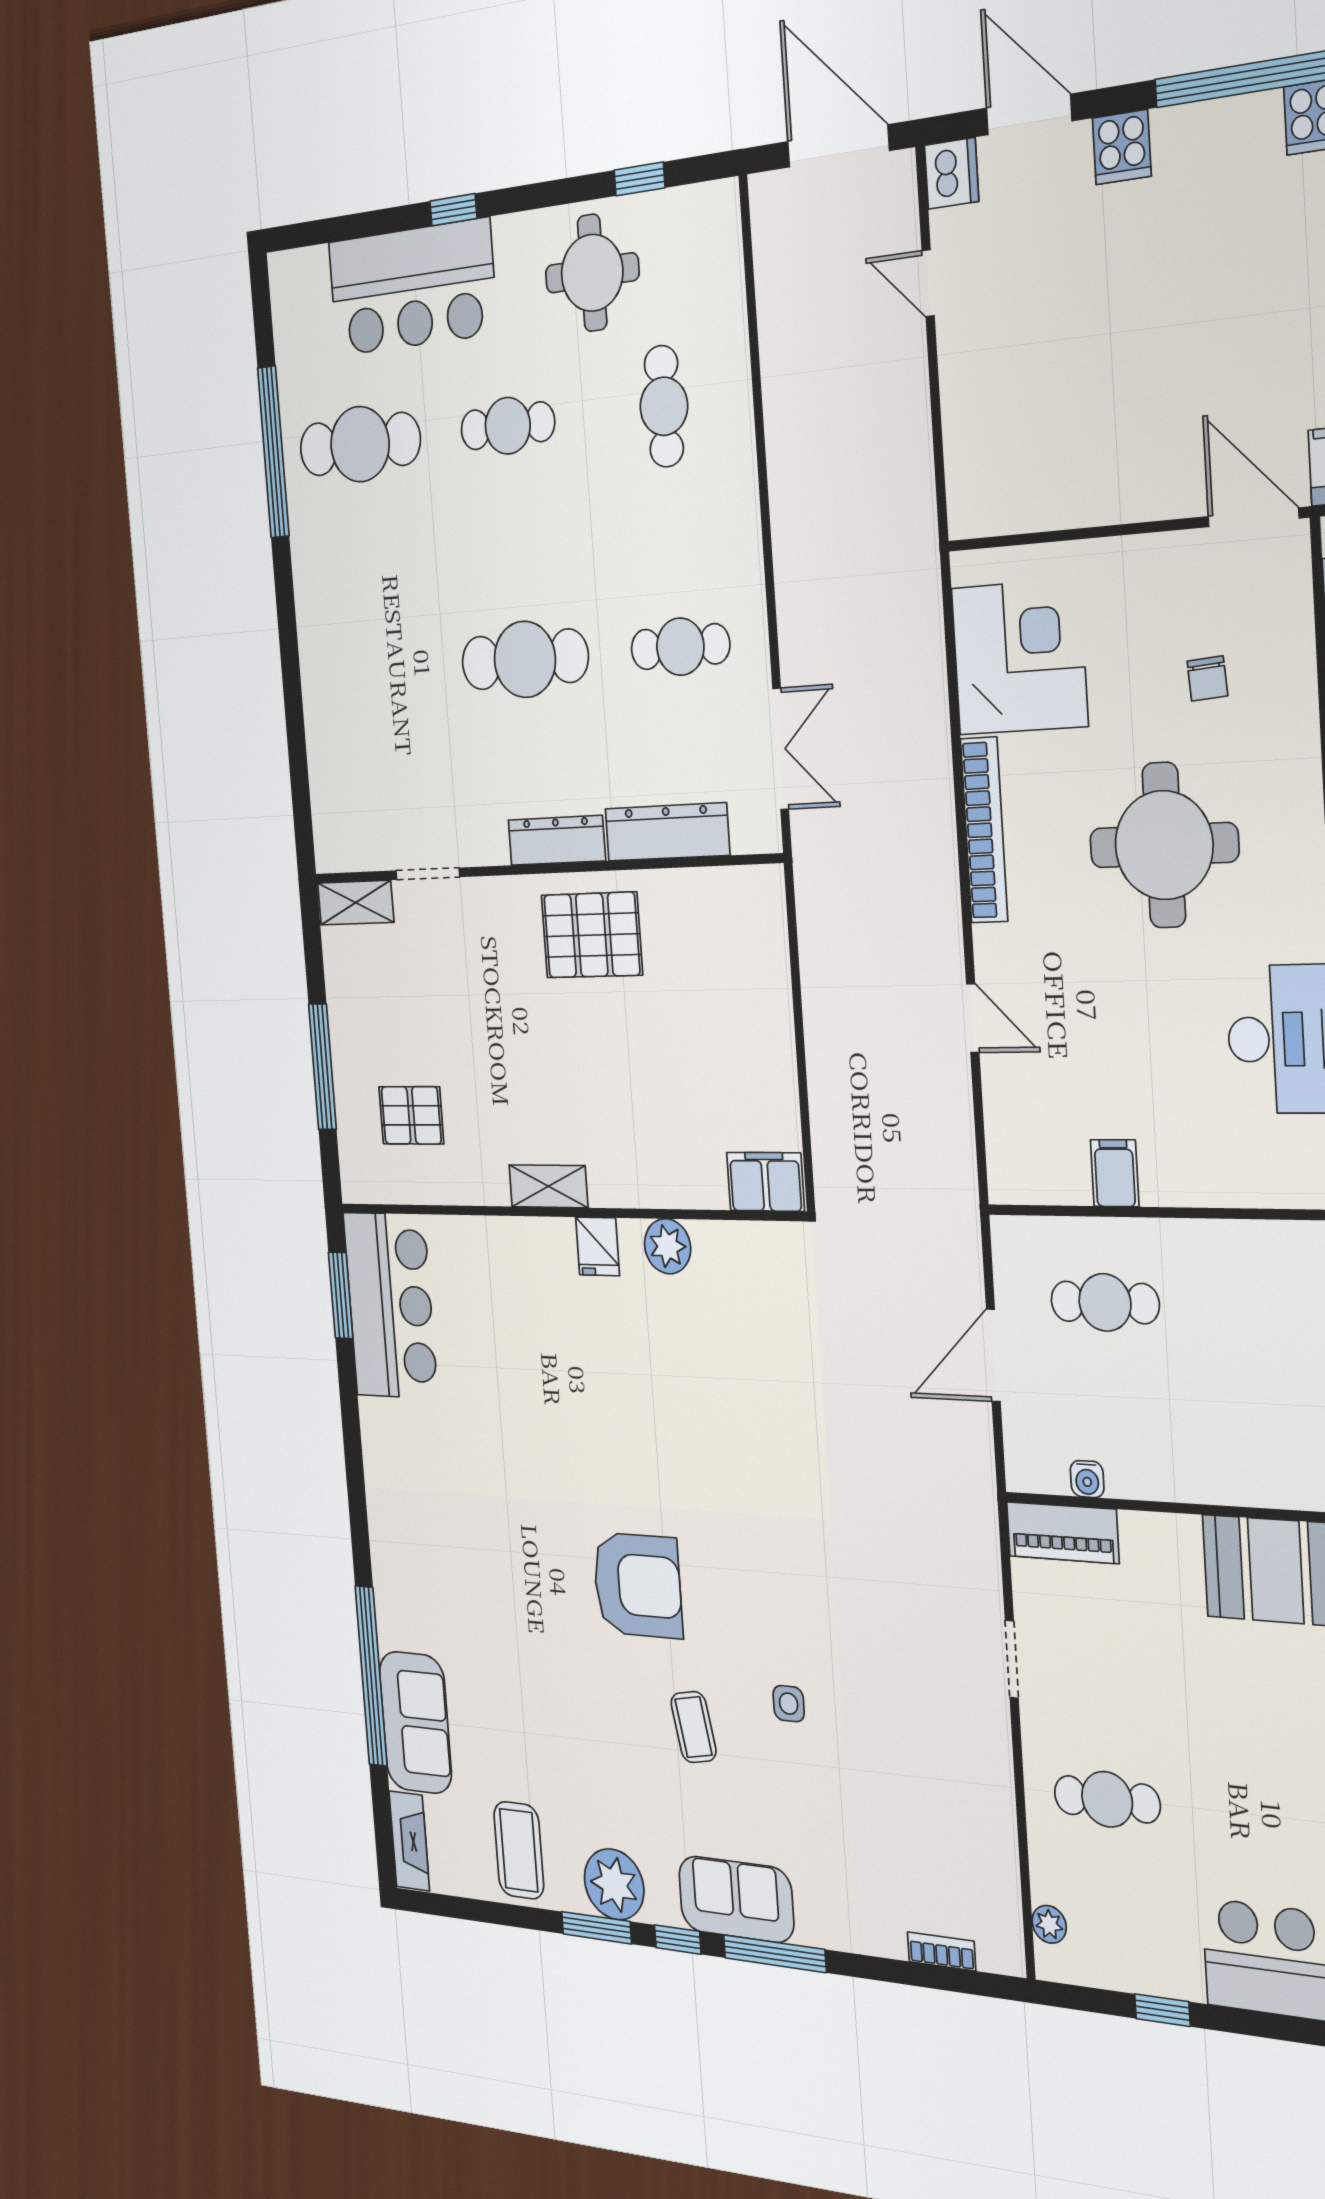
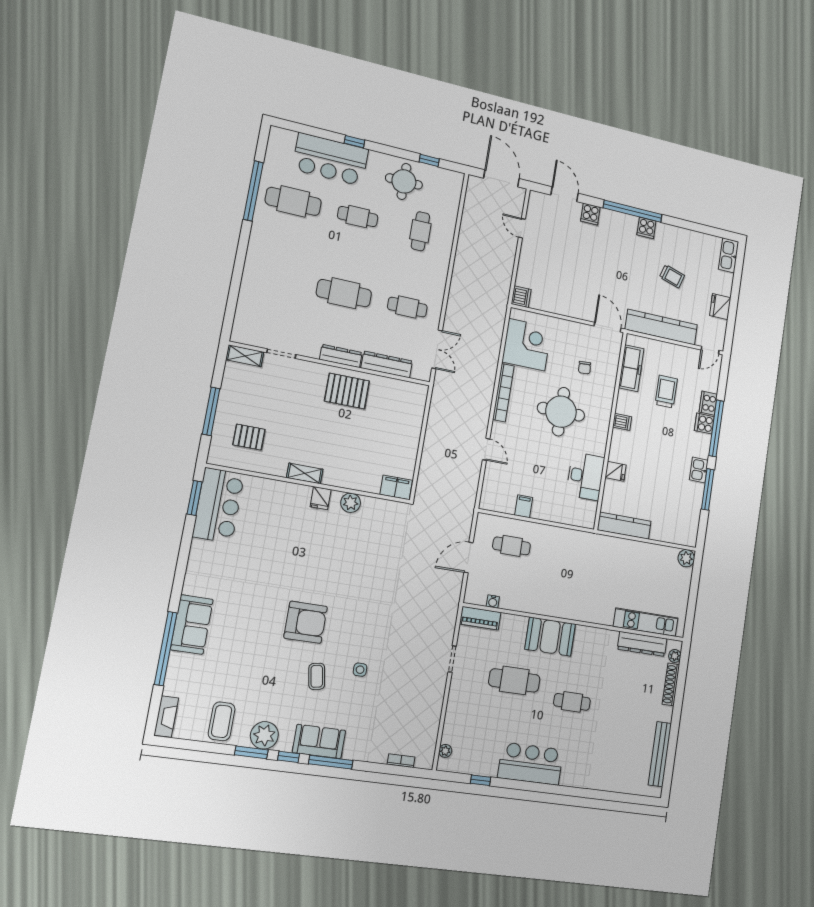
dishwasher: (952, 173) -> (521, 297), moved
sofa: (415, 1723) -> (192, 625), moved
cafe table: (1107, 1799) -> (514, 680), moved, width x1.37, depth x1.35

